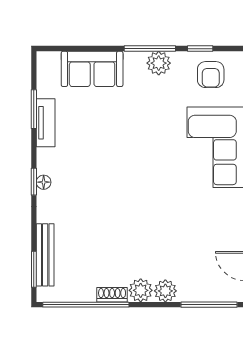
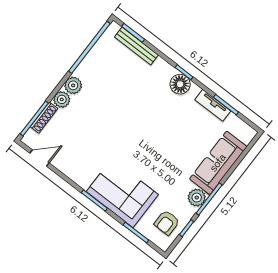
sofa: (92, 69) -> (218, 163), width x1.36
armchair: (211, 75) -> (167, 223), turned -90
floor lamp: (44, 182) -> (180, 84), width x1.89, depth x1.89
shoe rack: (112, 295) -> (44, 118), moved, width x1.43

